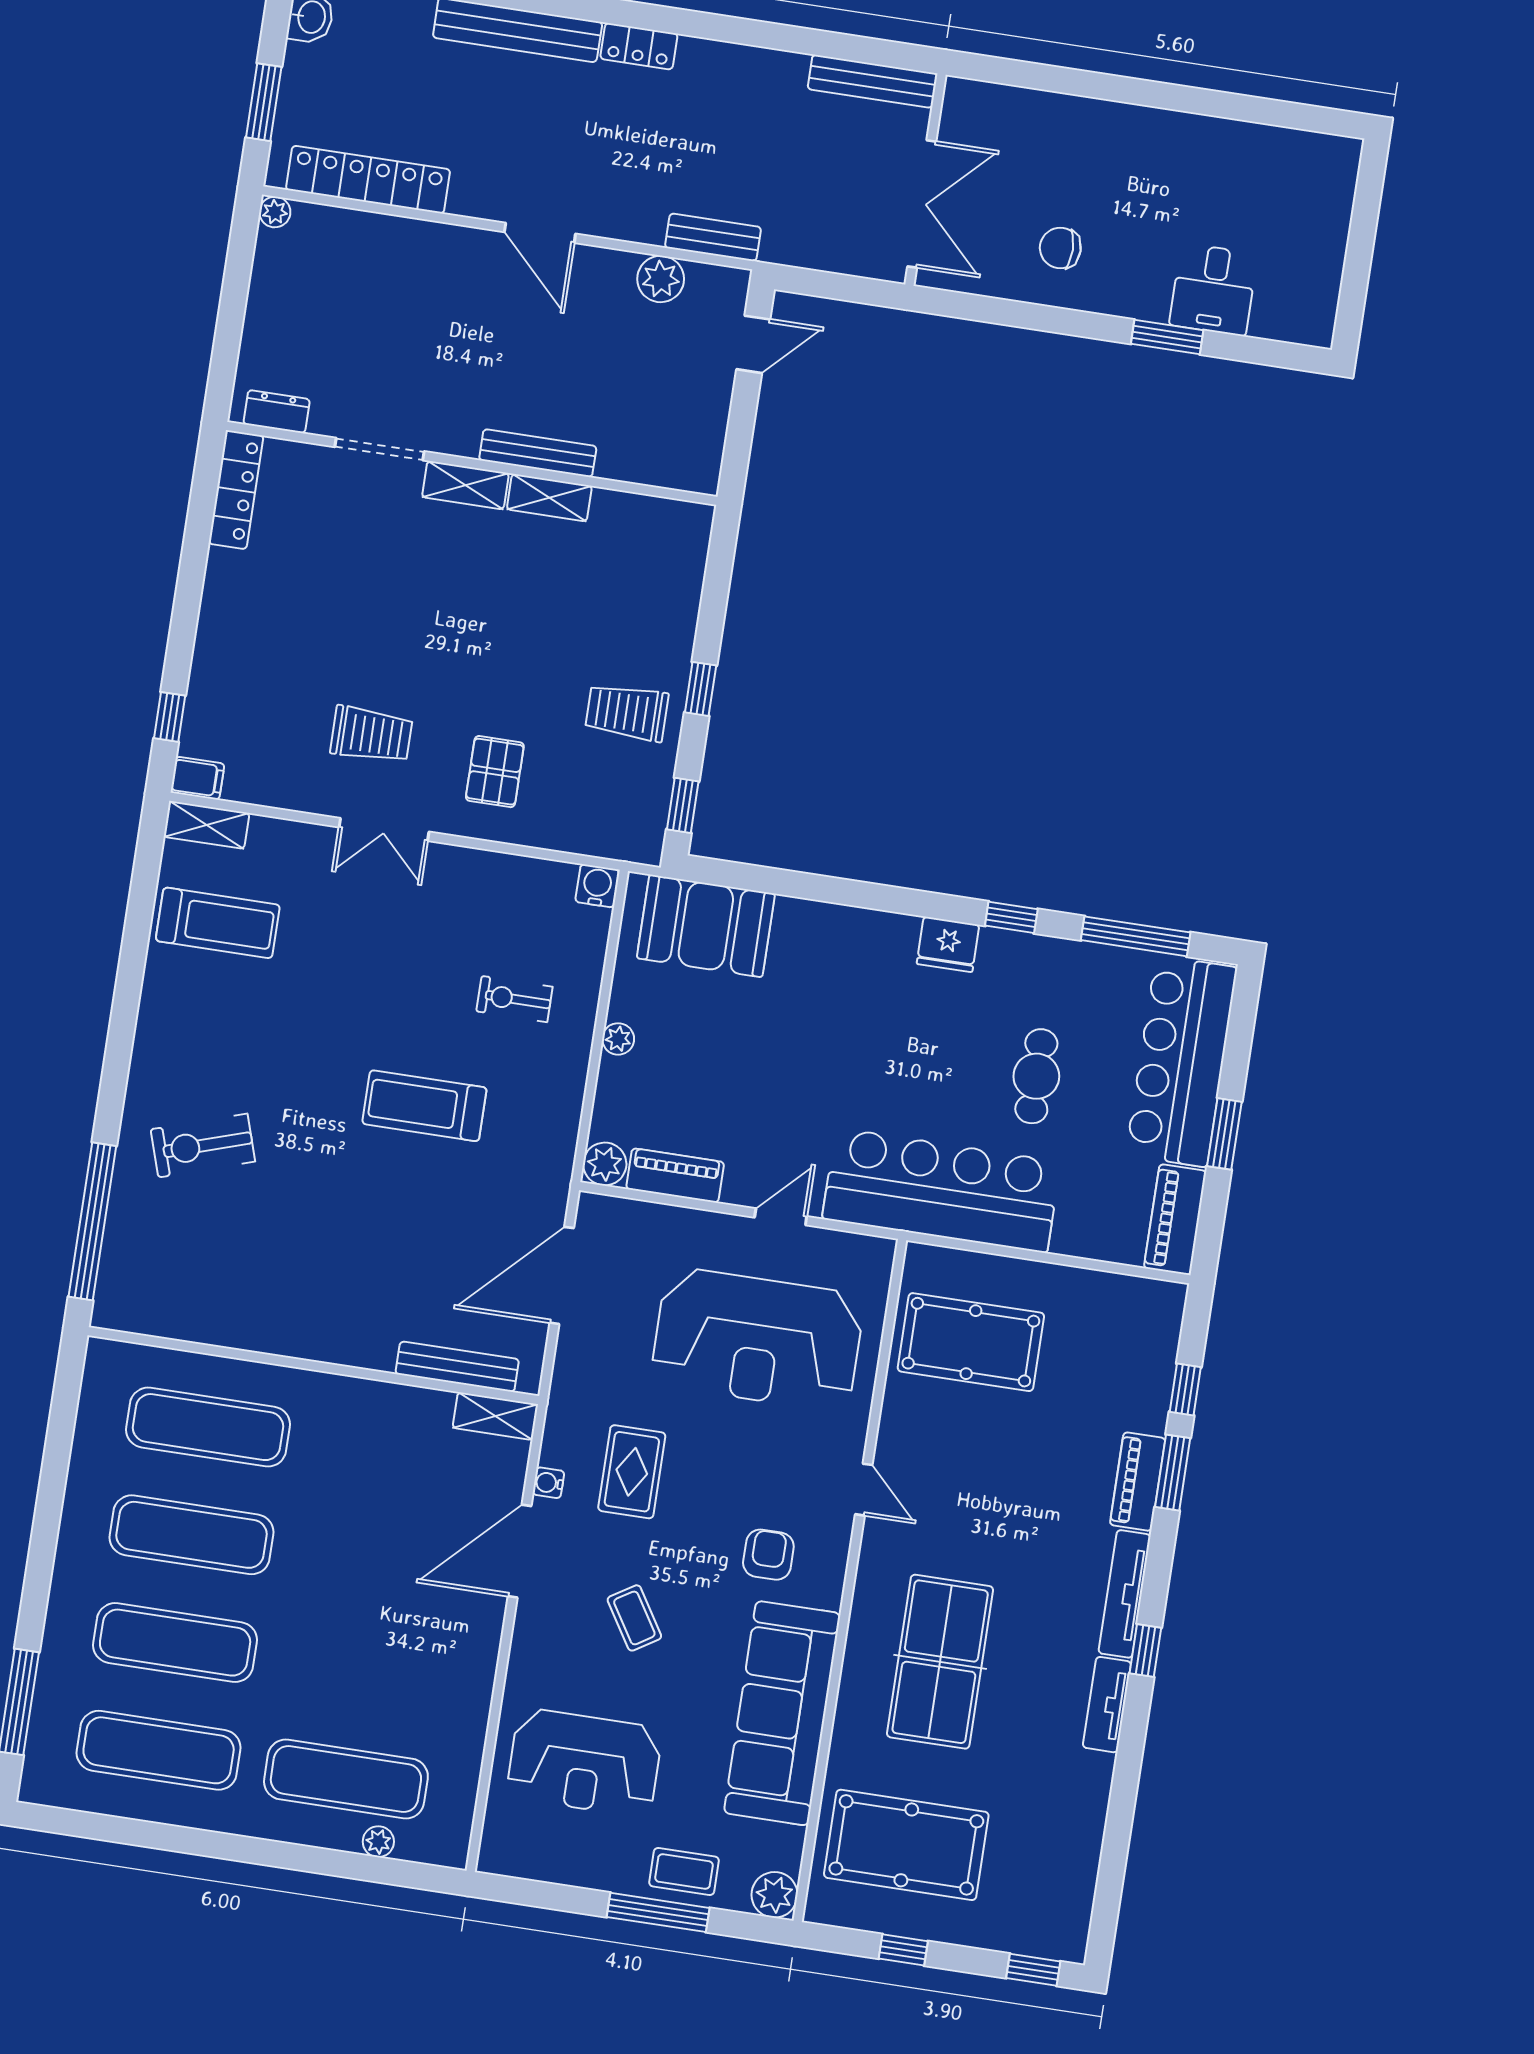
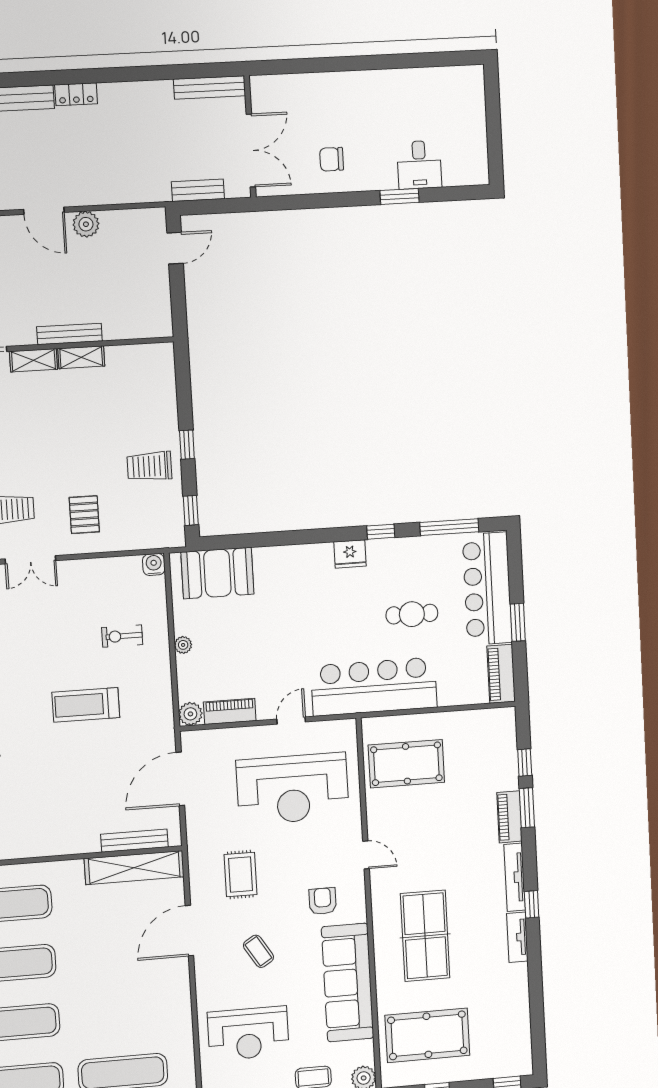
bench: (713, 237) -> (198, 190), moved
plant: (661, 279) -> (86, 224), moved
cafe table: (1036, 1076) -> (412, 614), turned 90
shelving: (495, 1416) -> (134, 868), width x2.20, depth x1.33
water cooler: (548, 1483) -> (197, 891), removed

